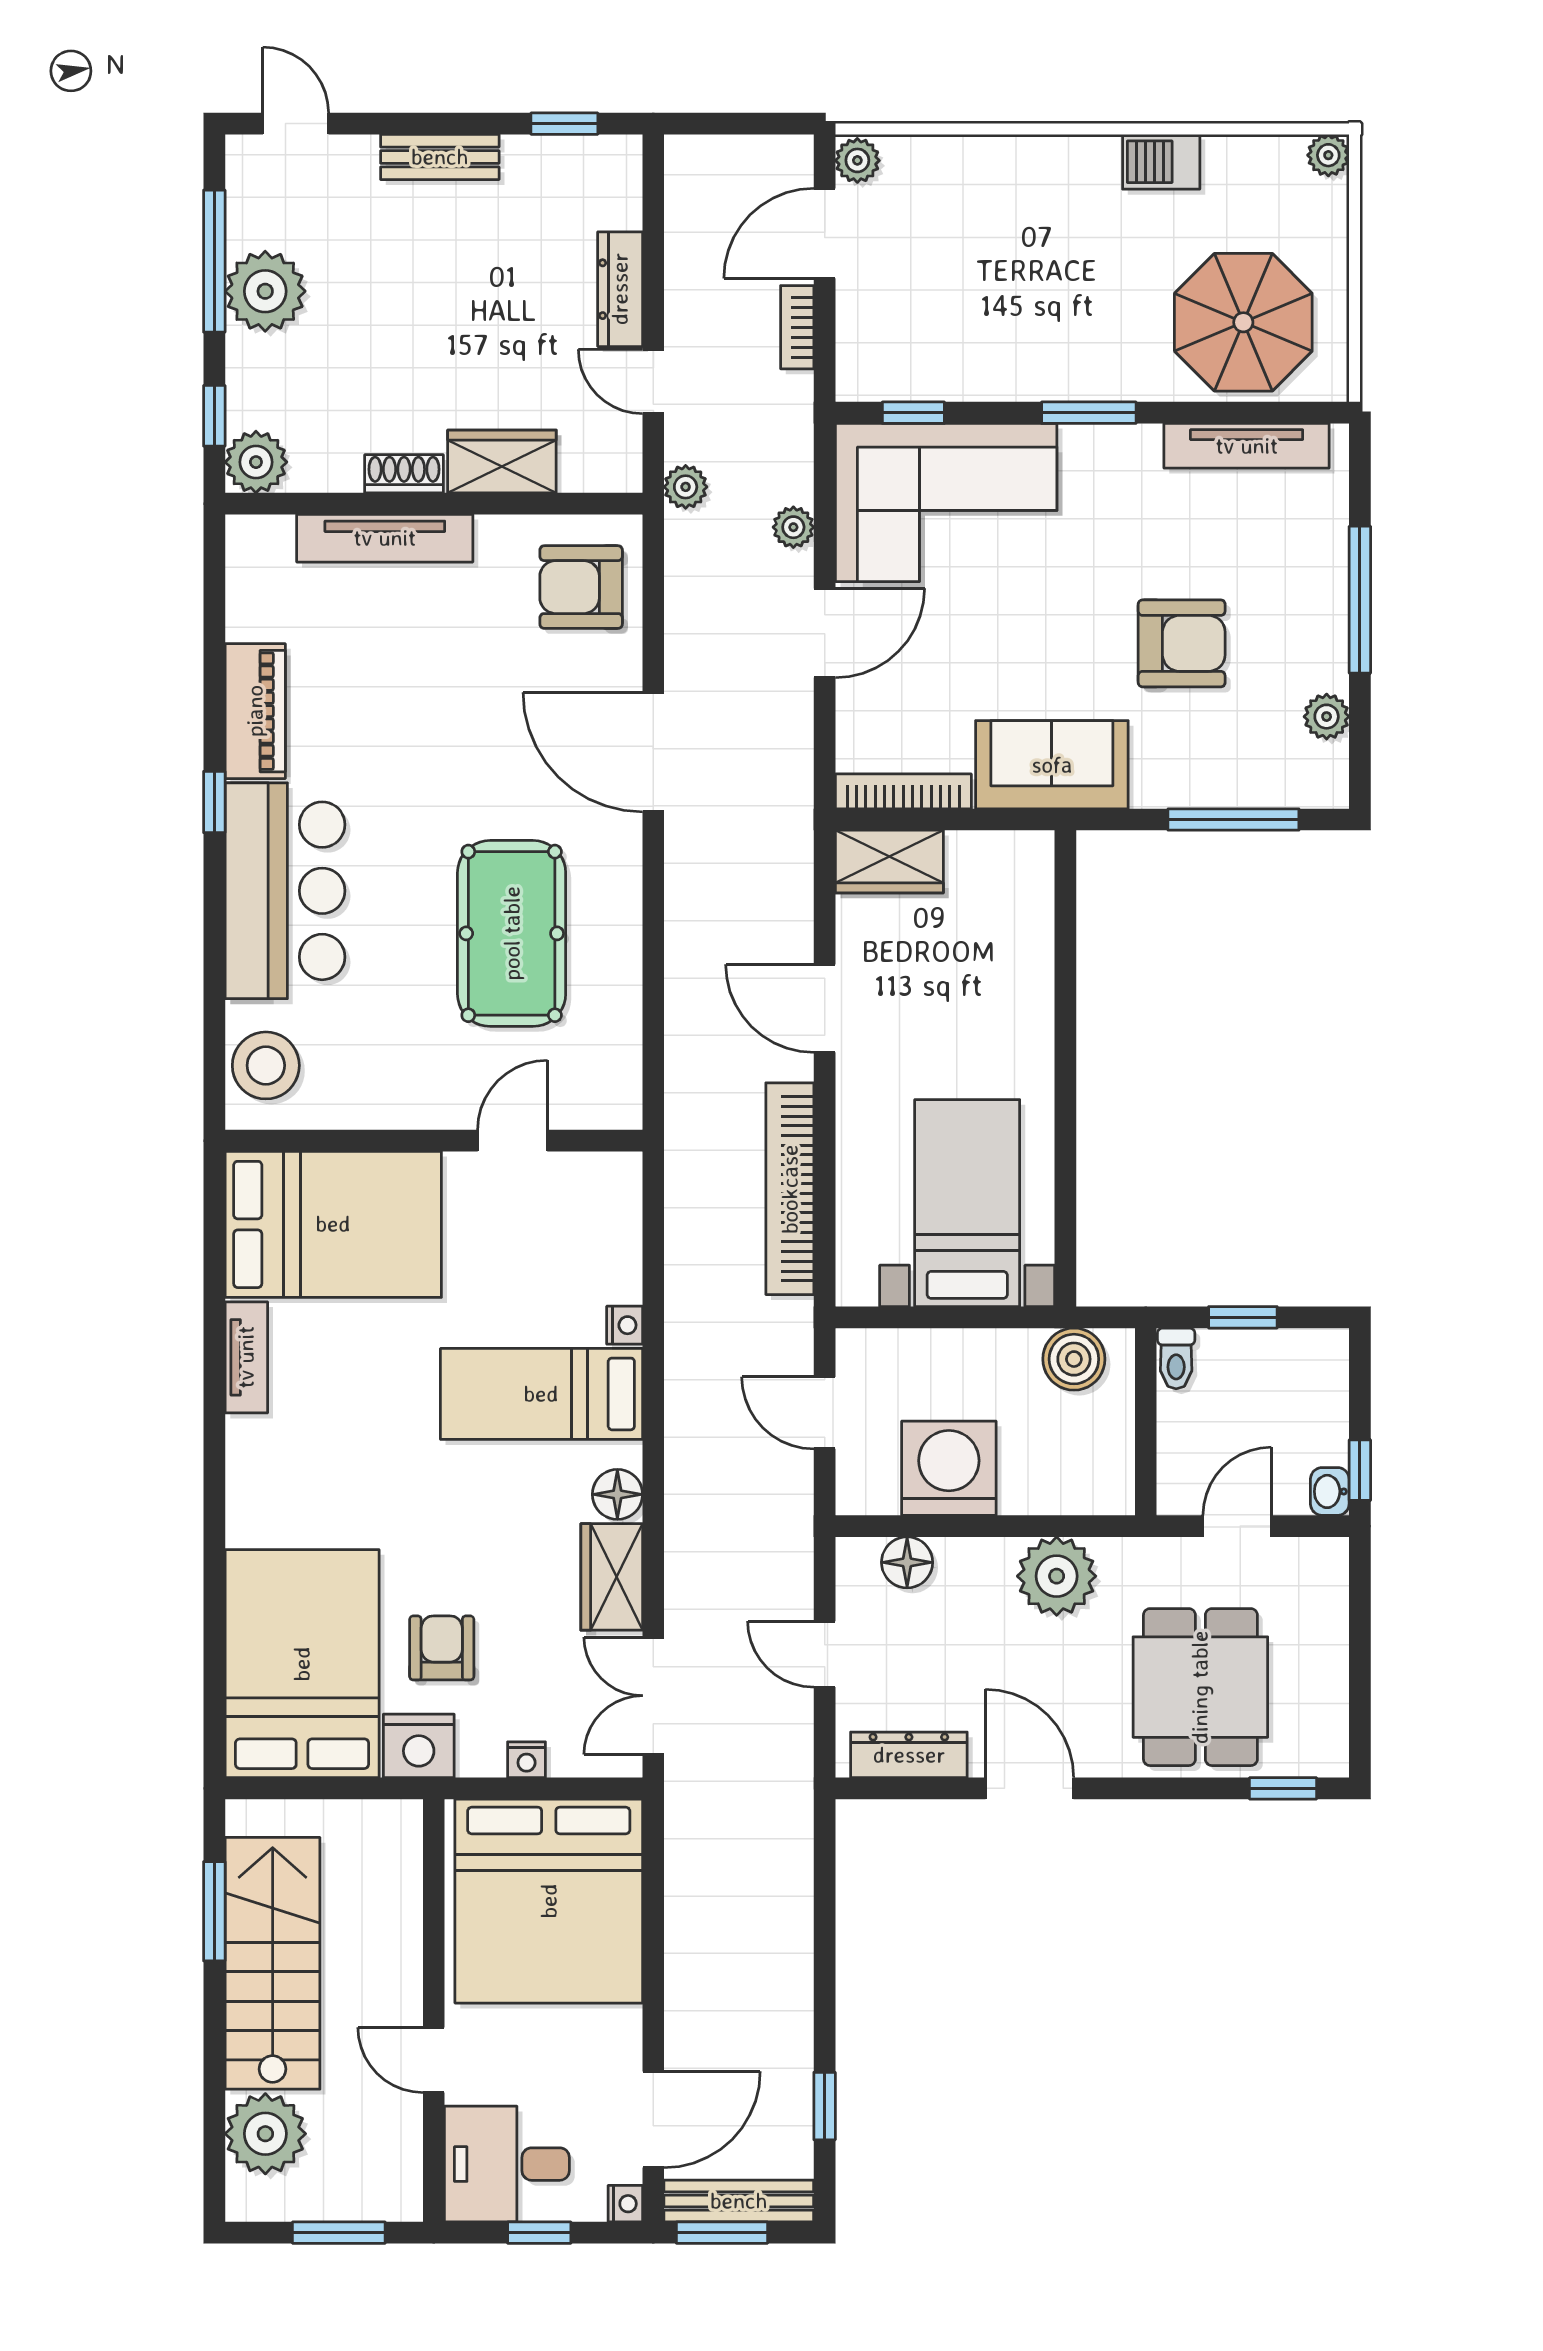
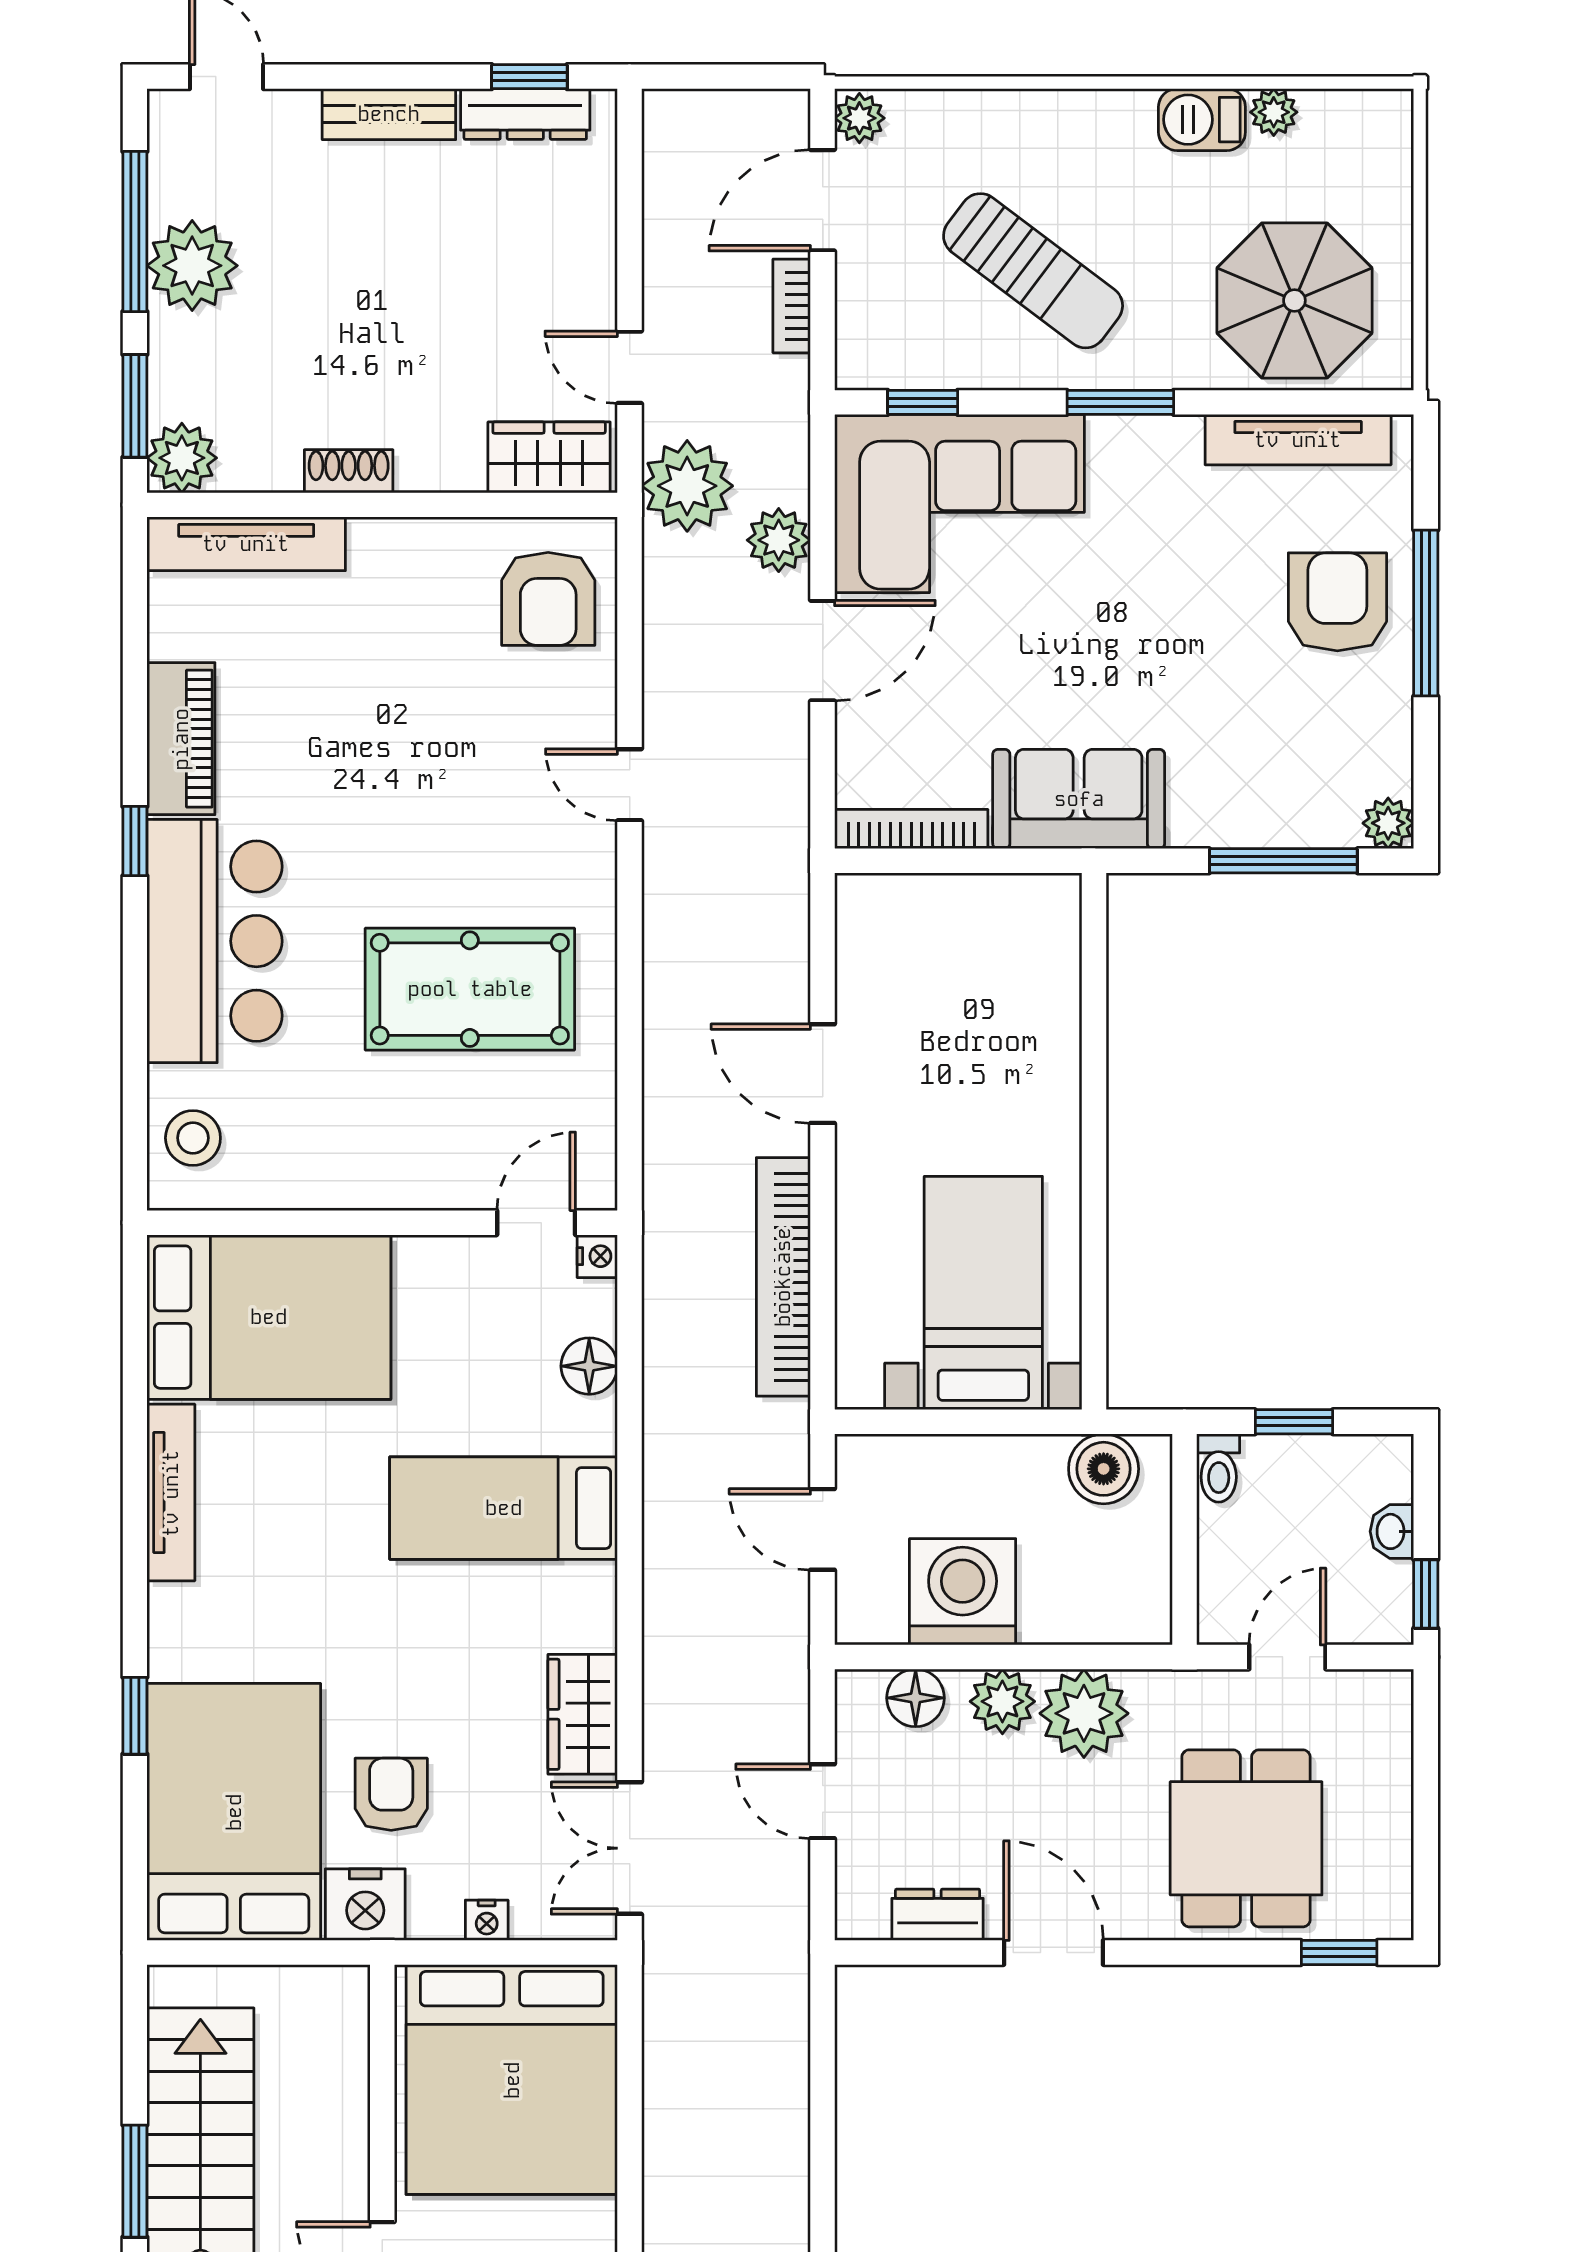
plant: (1328, 155) -> (1274, 112), moved
dresser: (620, 289) -> (525, 114), moved, turned -90
sun lounger: (1011, 296) -> (1033, 271), added
window: (214, 416) -> (135, 406), width x1.50
wardrobe: (502, 462) -> (549, 457), moved
plant: (686, 487) -> (687, 486), width x1.88, depth x1.88
plant: (793, 527) -> (779, 540), width x1.38, depth x1.38
tv unit: (385, 538) -> (246, 544), moved
armchair: (581, 587) -> (548, 599), turned -90
armchair: (1182, 643) -> (1337, 602), moved, turned -90
plant: (1327, 717) -> (1388, 823), moved
door: (653, 752) -> (630, 785), width x0.53
wardrobe: (889, 862) -> (895, 908), removed
pool table: (512, 933) -> (470, 989), turned 90
stool: (266, 1065) -> (193, 1138), width x0.73, depth x0.73
door: (512, 1141) -> (536, 1223), moved
nightstand: (625, 1325) -> (597, 1256), moved
tv unit: (246, 1357) -> (171, 1493), width x1.41
washbasin: (1330, 1491) -> (1392, 1531), moved
floor lamp: (617, 1494) -> (589, 1366), moved
plant: (984, 1566) -> (1002, 1701), added
window: (214, 1578) -> (135, 1716), added
dresser: (909, 1755) -> (938, 1915), width x0.70
window: (214, 1911) -> (135, 2181), moved

